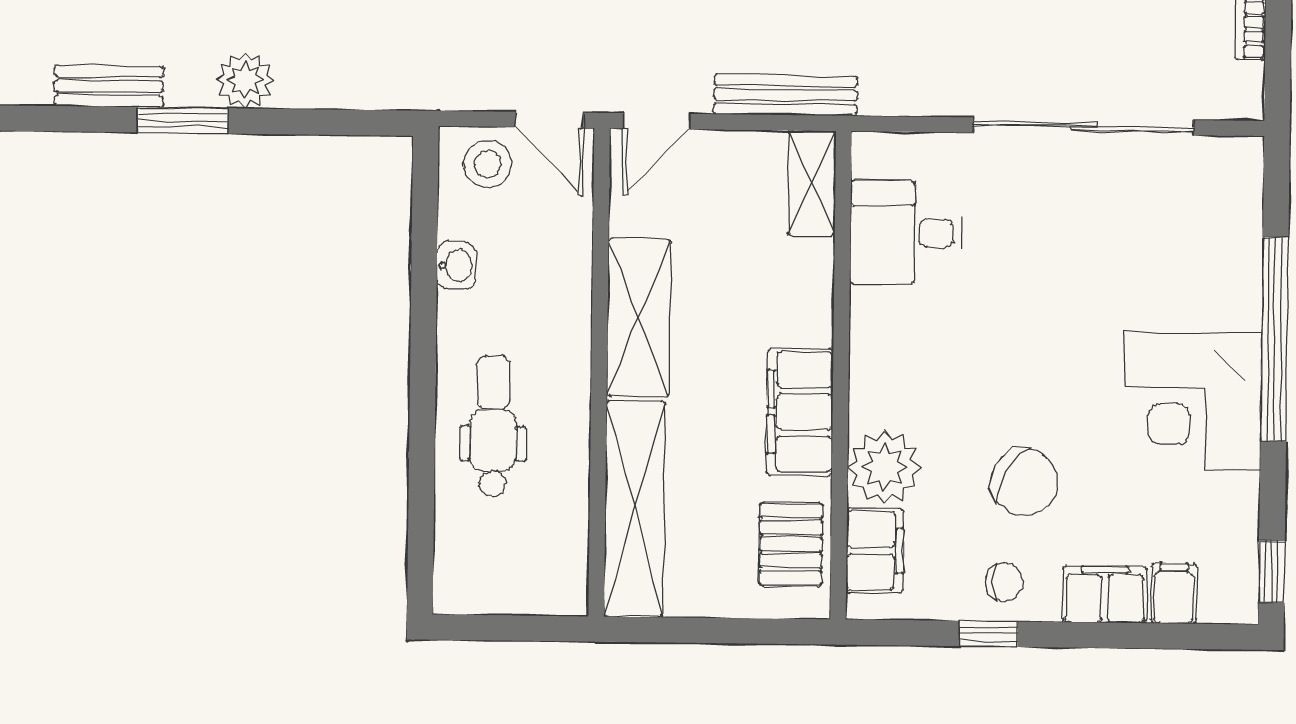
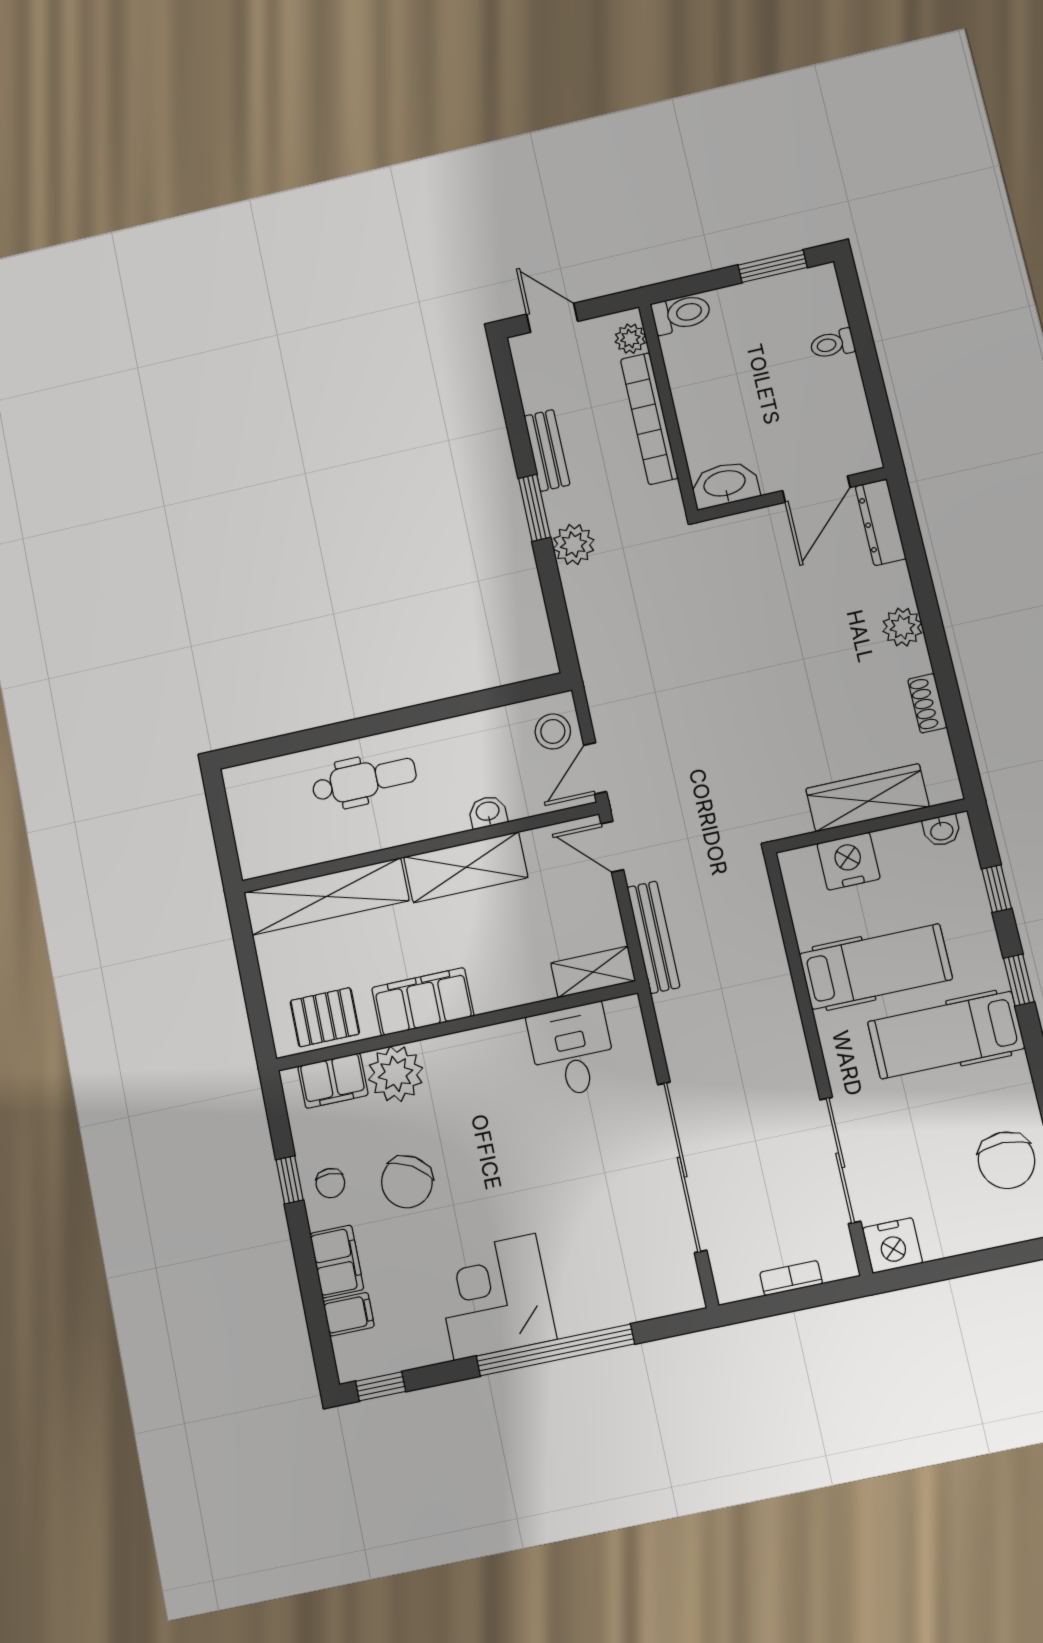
washbasin: (456, 265) -> (488, 812), moved, turned 180

